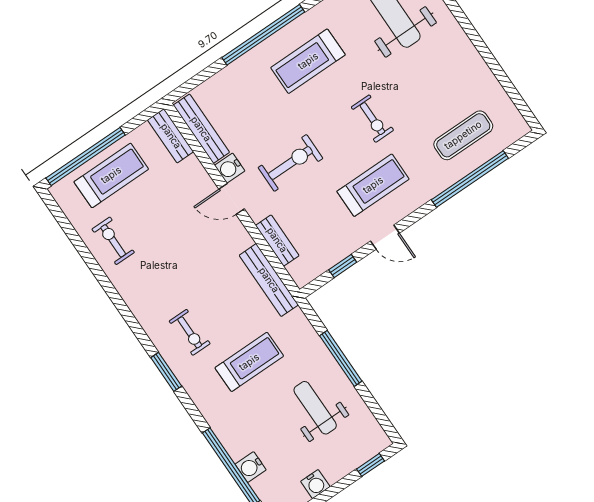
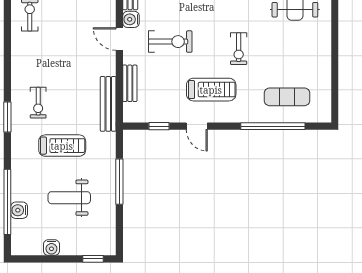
weight bench: (315, 408) -> (69, 198), moved, turned -90

